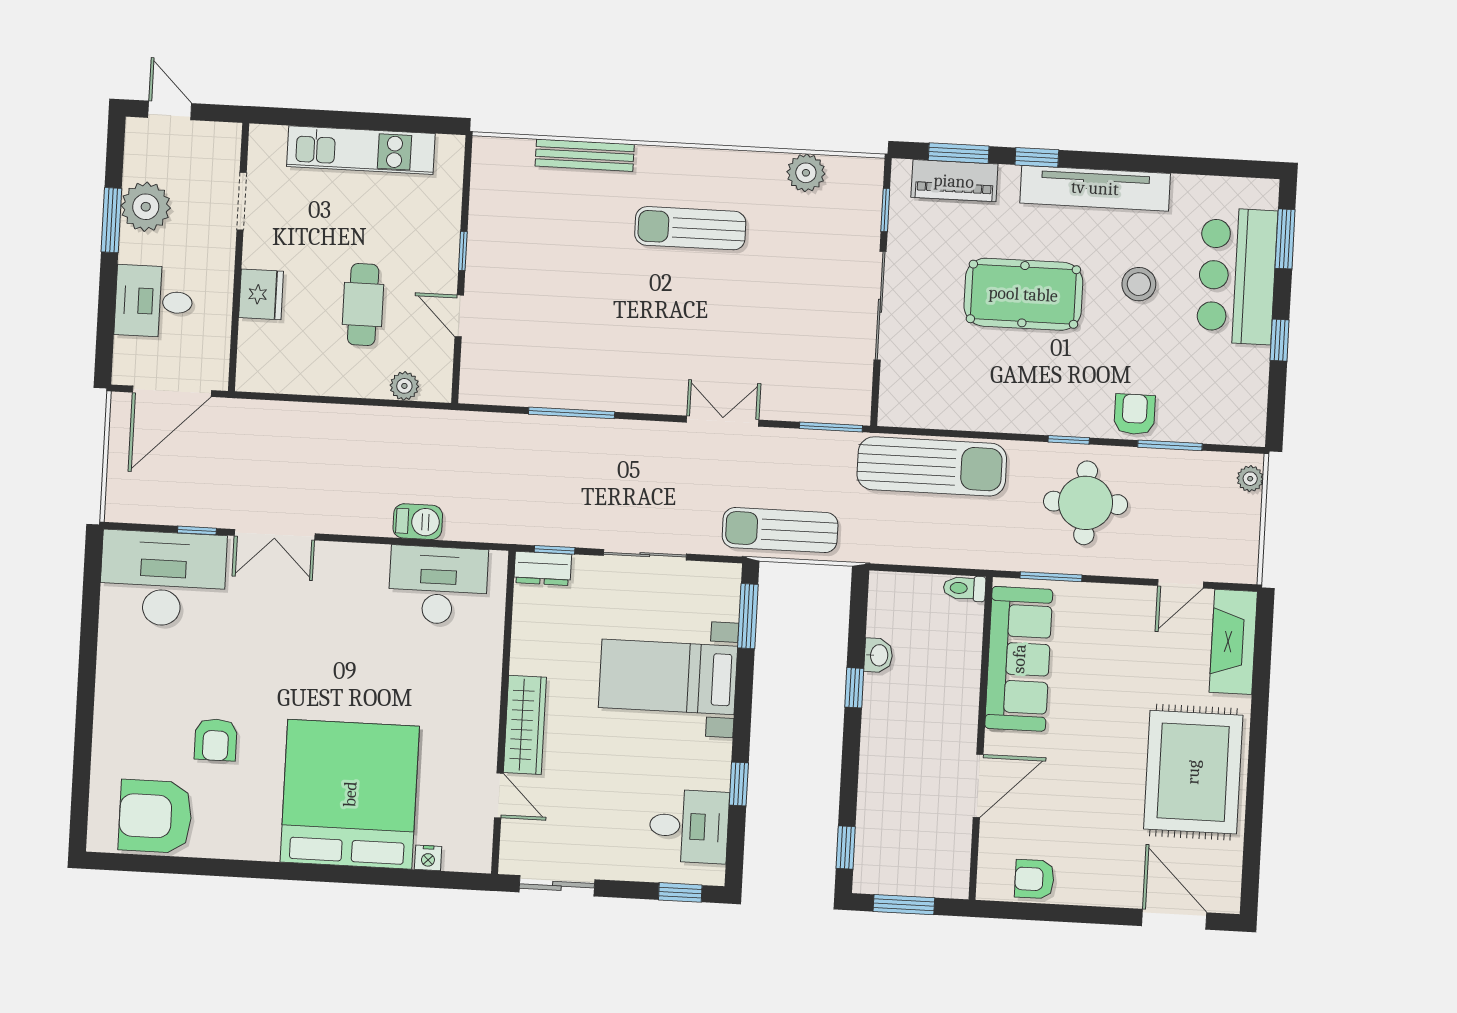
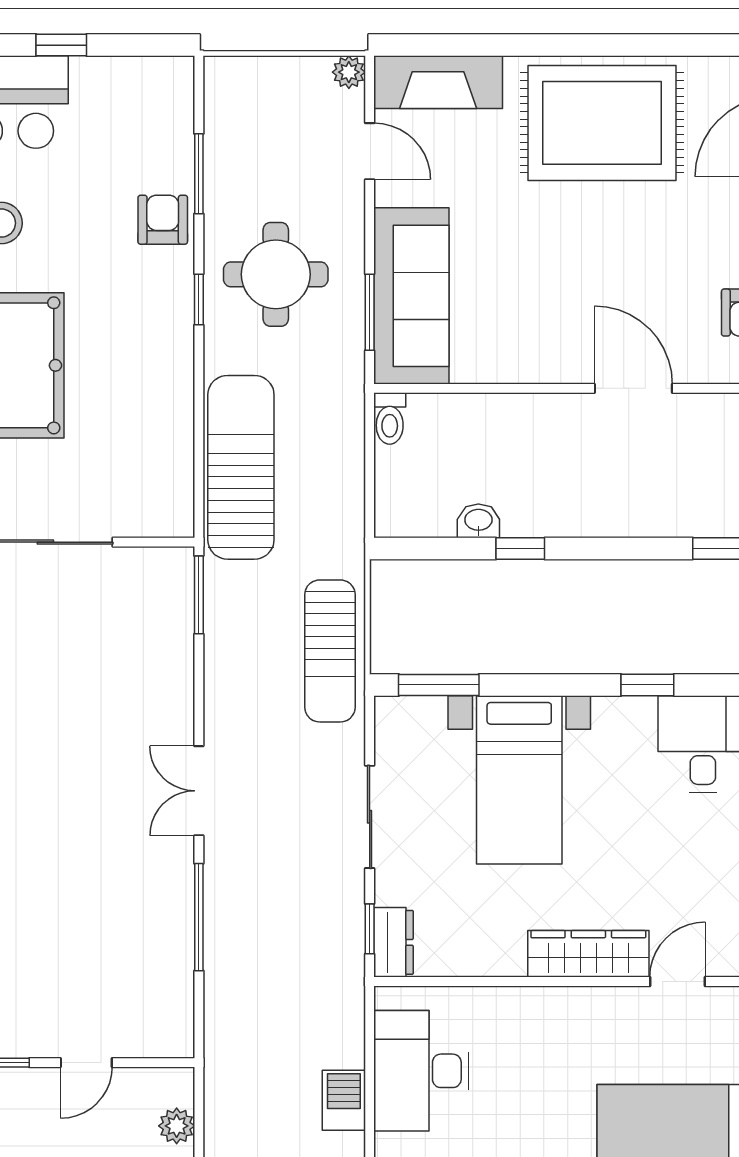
armchair: (1135, 414) -> (163, 220), turned 90
double door: (723, 421) -> (199, 791), moved
plant: (1250, 479) -> (349, 72), moved
sofa: (1019, 659) -> (411, 296), moved, turned 90

